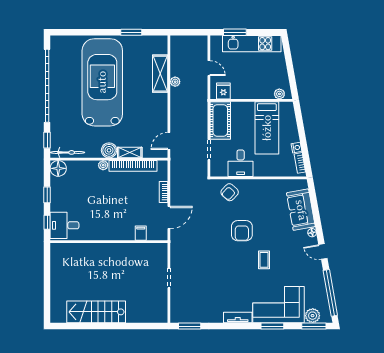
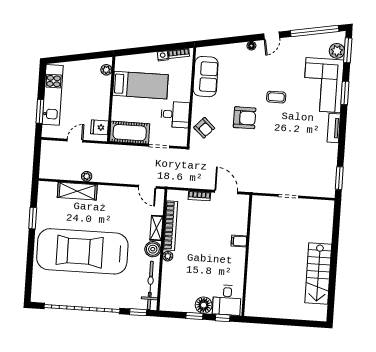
bicycle: (67, 152) -> (150, 285), width x1.37, depth x1.40
floor lamp: (58, 168) -> (204, 305), moved
sofa: (301, 210) -> (206, 77), moved, turned -80
filing cabinet: (141, 233) -> (239, 241), moved

